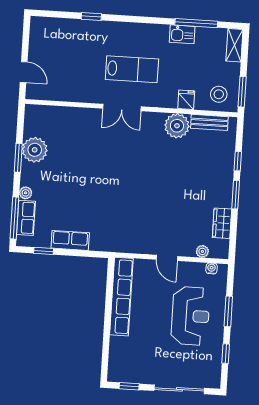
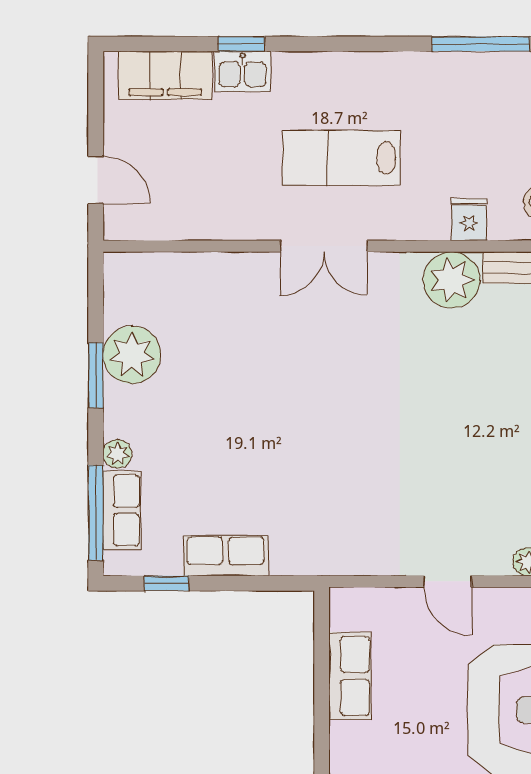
filing cabinet: (57, 28) -> (165, 75), added
kitchen sink: (182, 34) -> (243, 71), moved
lab bench: (132, 69) -> (341, 158), turned 180
row of seats: (121, 297) -> (350, 676), width x0.50

